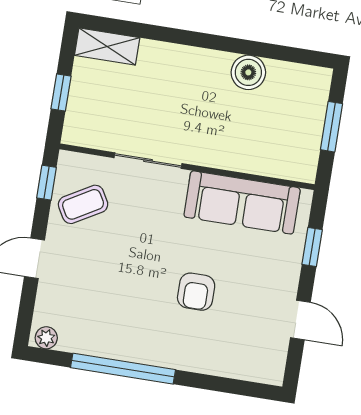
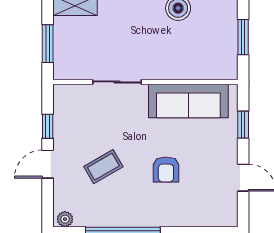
window: (61, 92) -> (48, 44), width x1.50
window: (47, 183) -> (48, 126), moved
coffee table: (83, 204) -> (103, 167), moved

